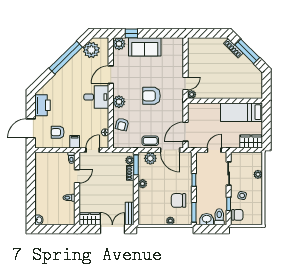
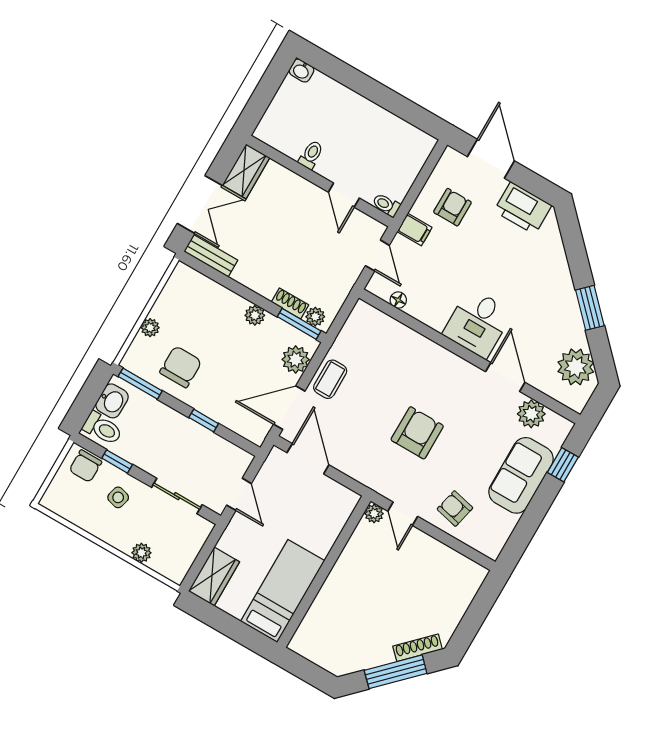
plant: (119, 44) -> (531, 414), moved
window: (66, 58) -> (590, 308), width x0.47
plant: (119, 102) -> (443, 362), removed
armchair: (122, 124) -> (455, 509), moved

